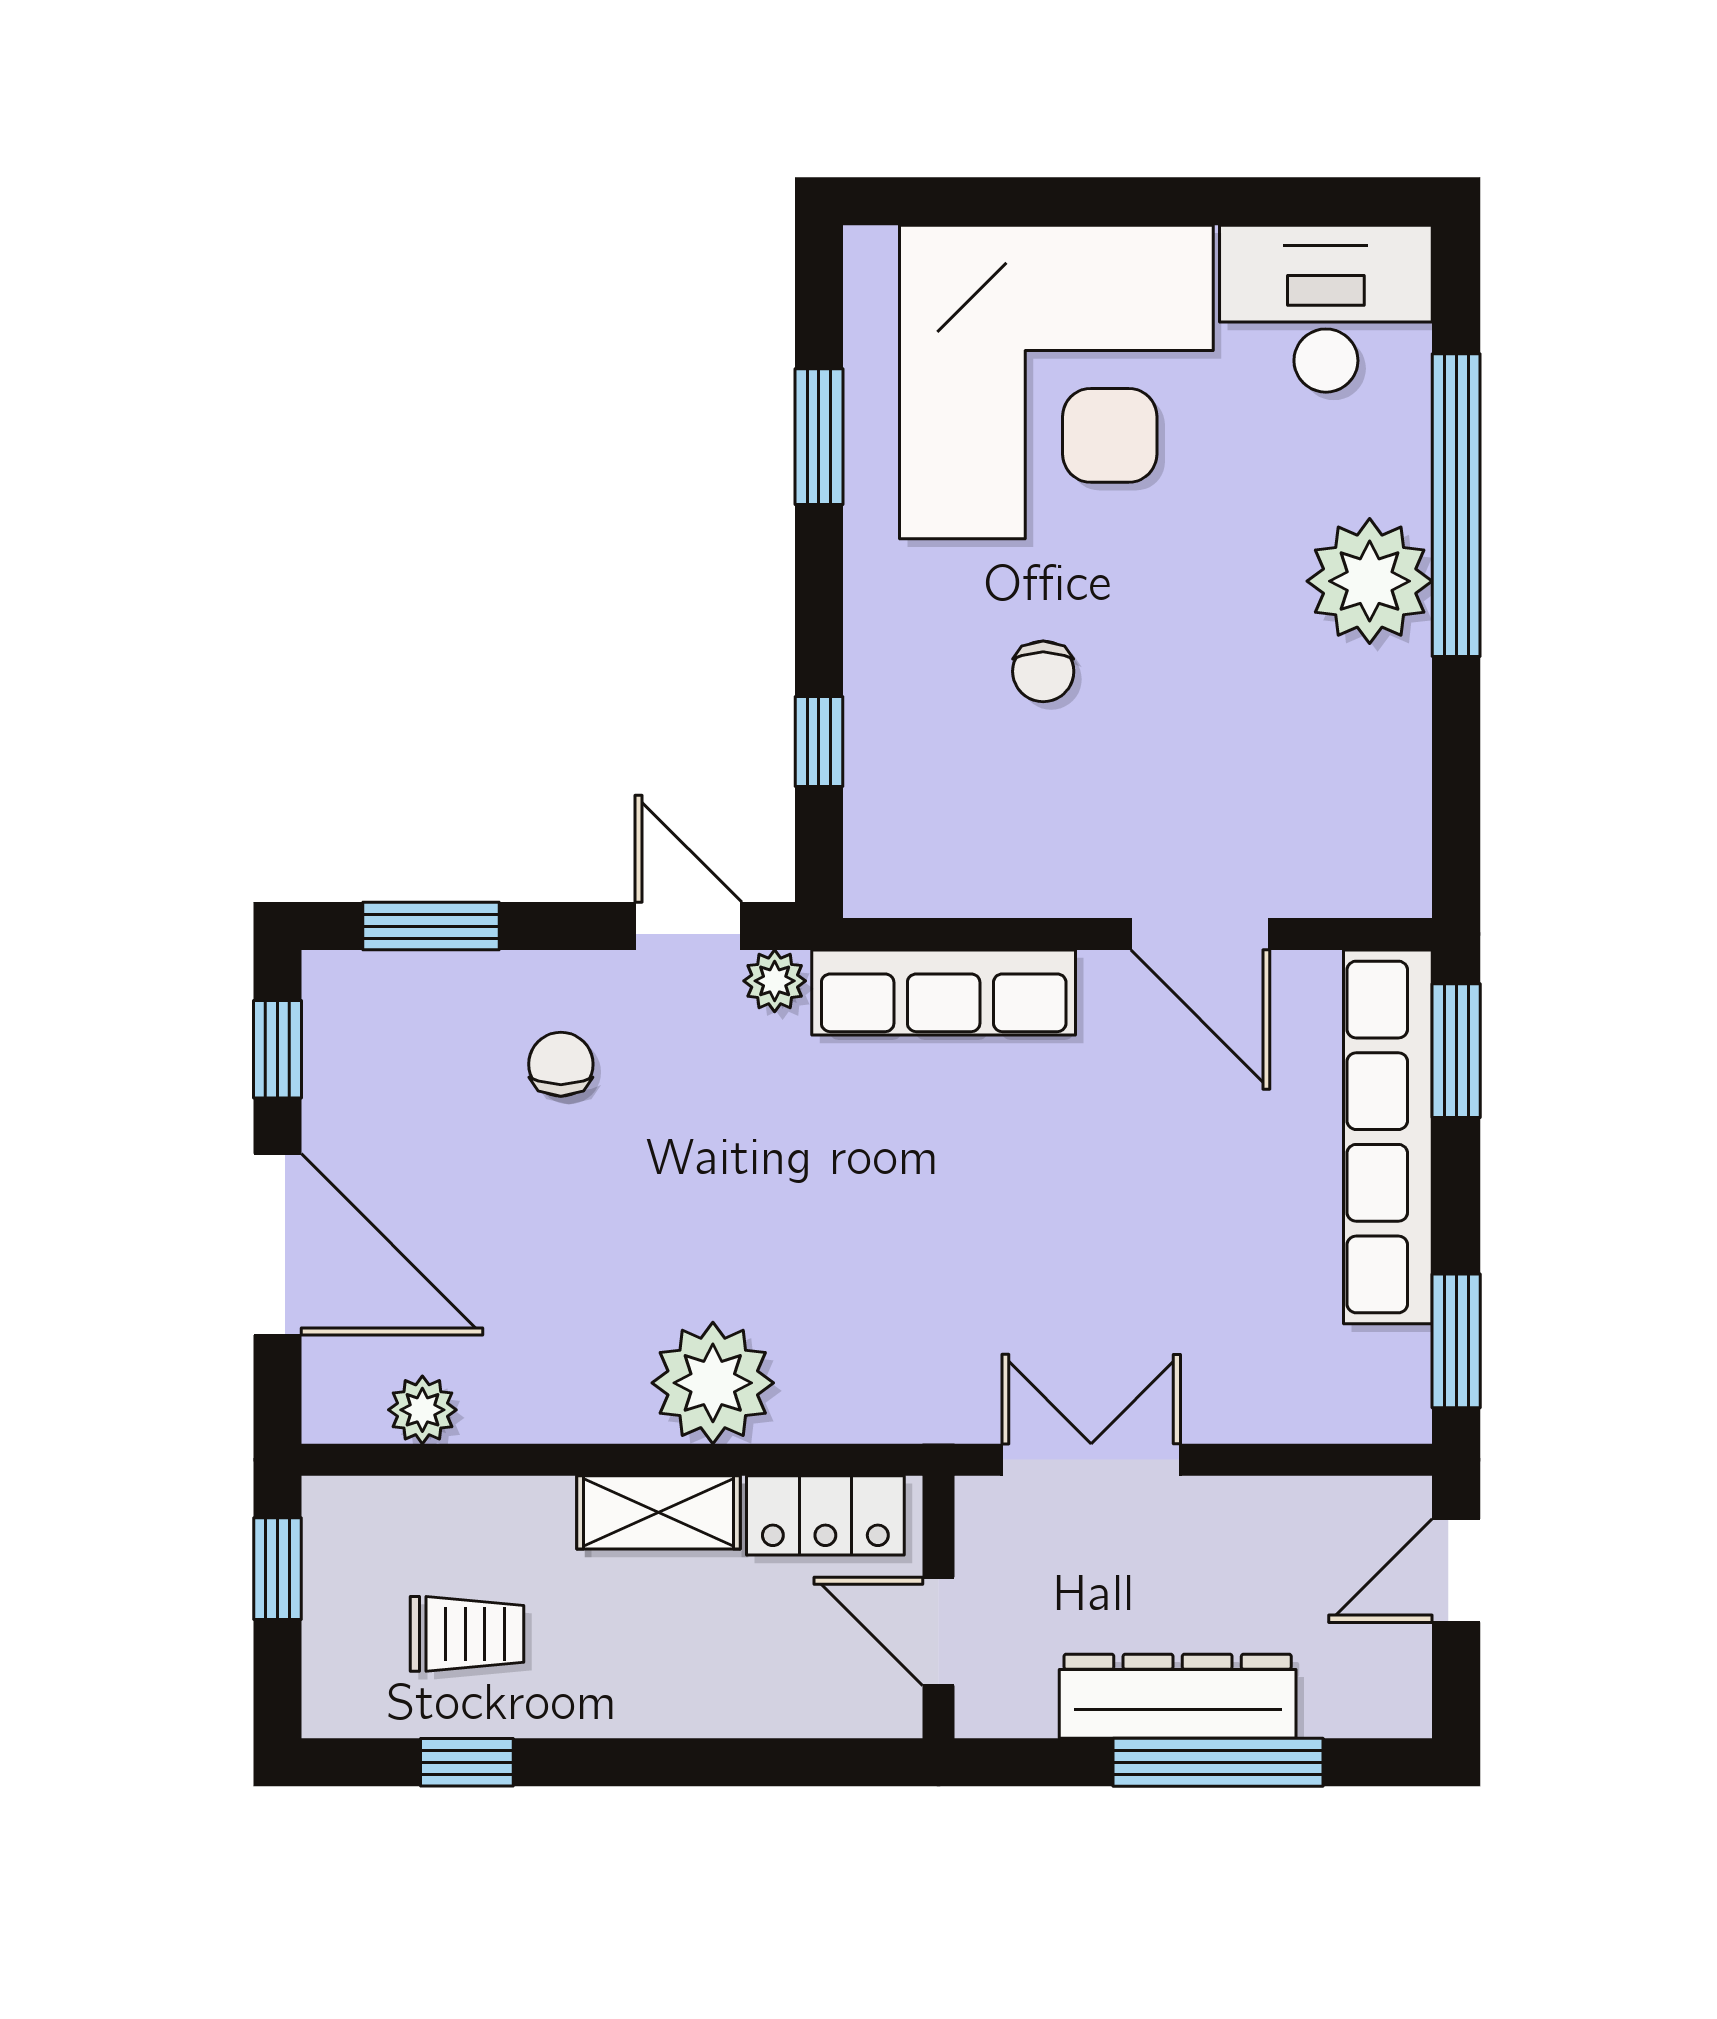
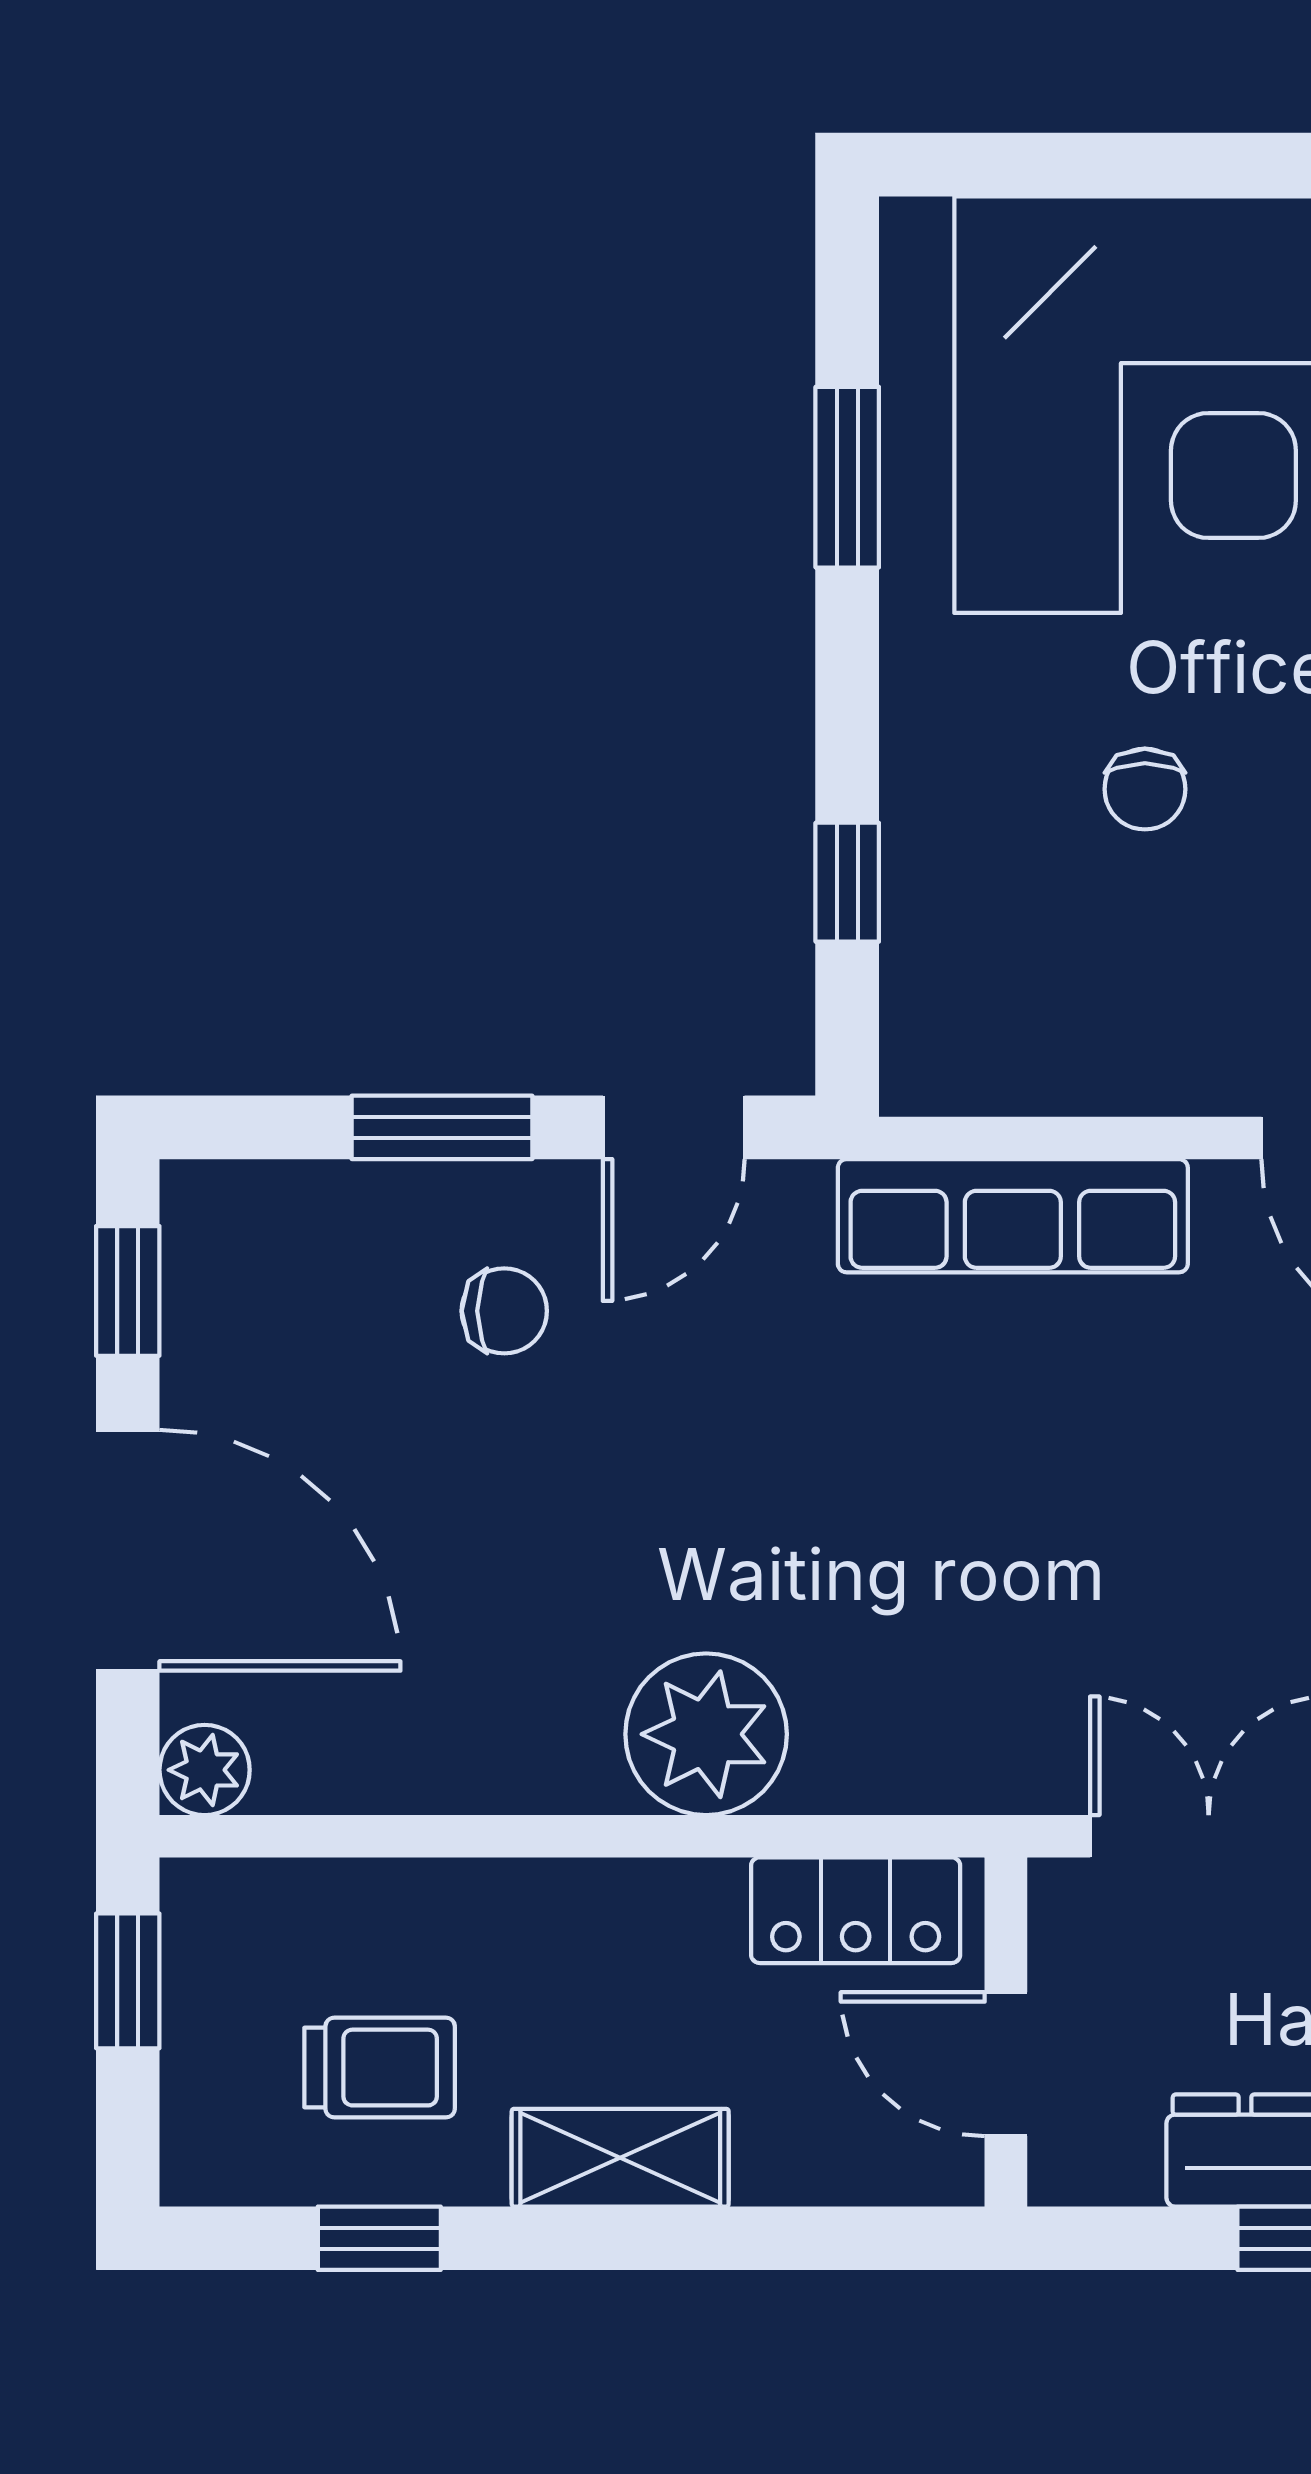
window: (431, 926) -> (442, 1127), moved
door: (688, 926) -> (674, 1127), swing flipped
plant: (775, 981) -> (788, 1200), removed
chair: (561, 1064) -> (504, 1311), turned 90
plant: (422, 1410) -> (205, 1770), moved
shelving: (659, 1512) -> (620, 2158), moved

